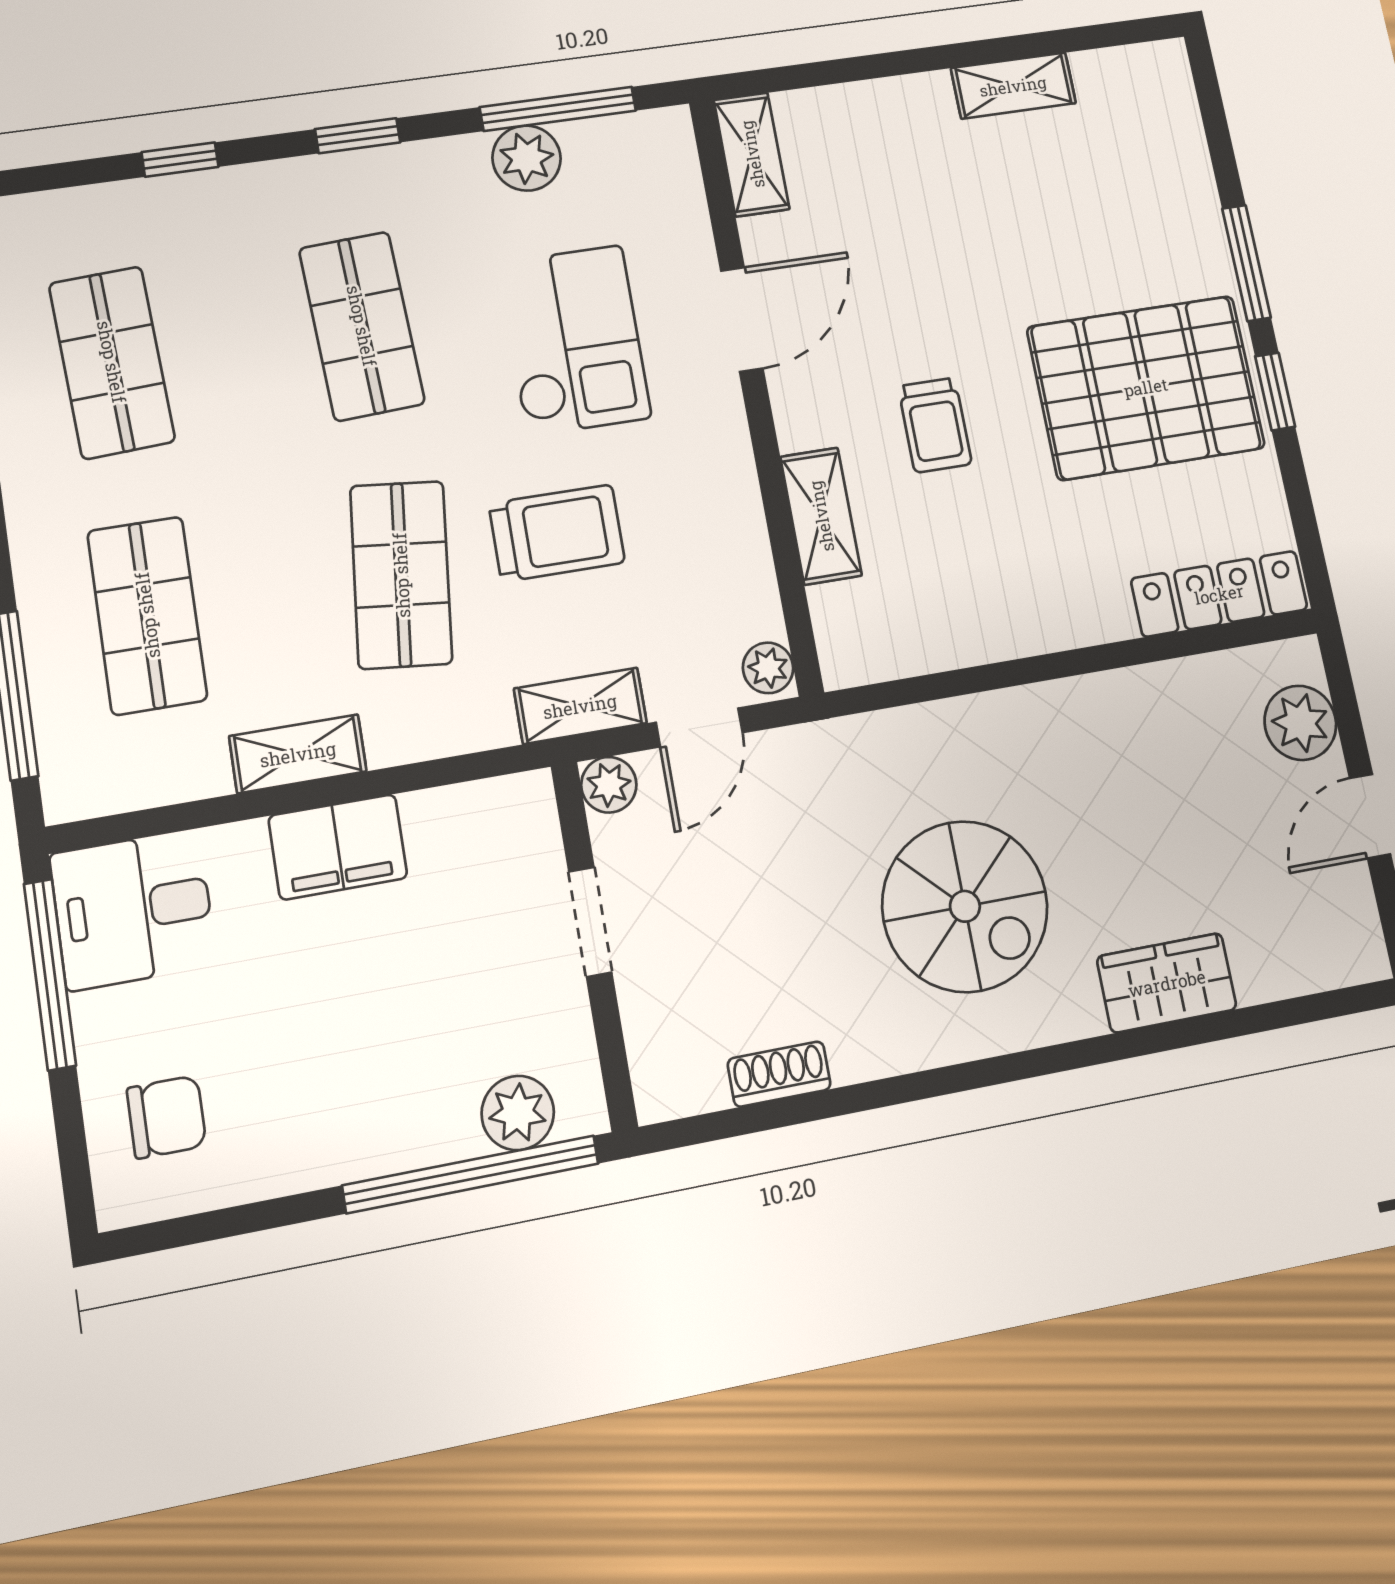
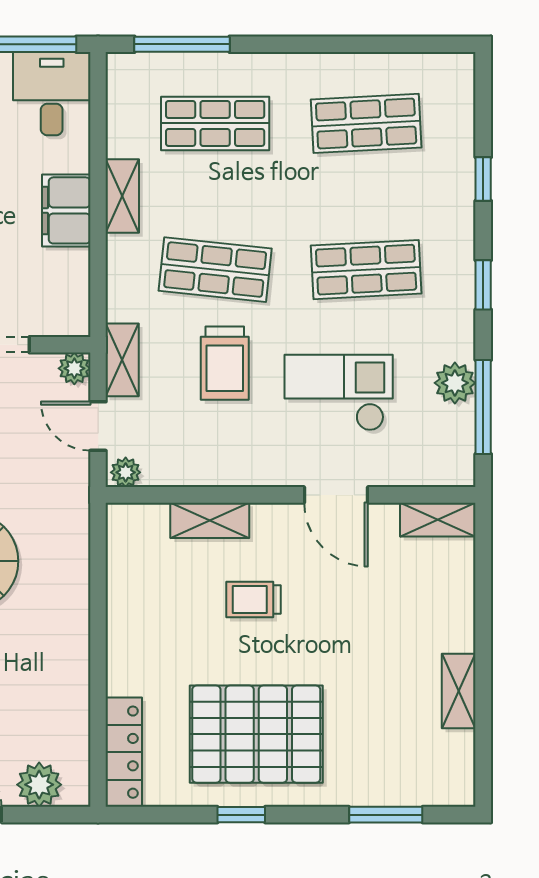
window: (1246, 263) -> (386, 815), moved
checkout: (574, 340) -> (339, 393), turned 180
pallet: (1146, 387) -> (256, 734), turned 90

